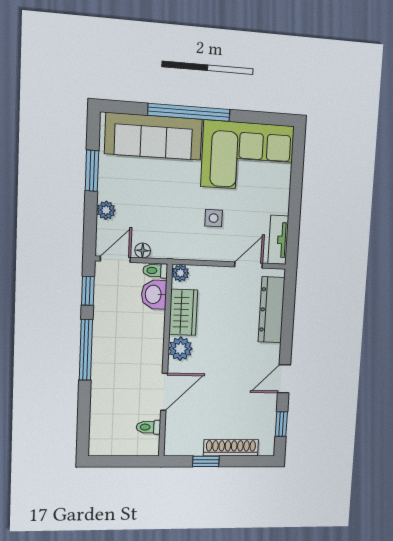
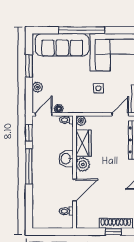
washbasin: (154, 294) -> (66, 159), moved
window: (206, 461) -> (113, 232), moved

